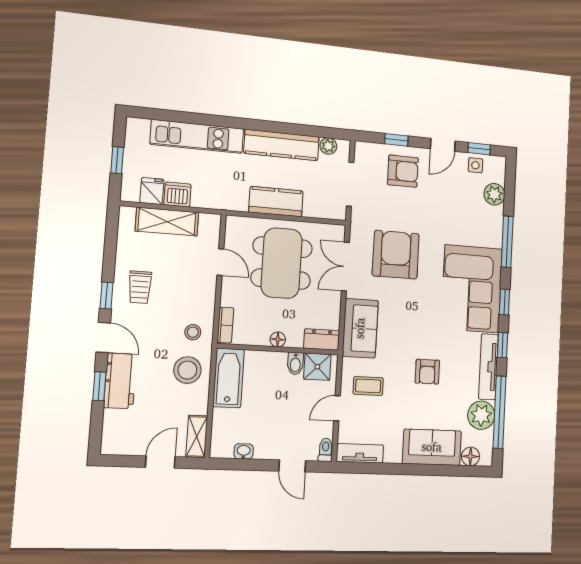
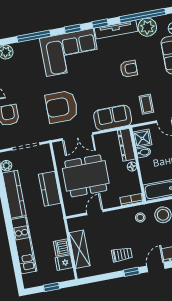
dresser: (322, 339) -> (126, 145), width x1.44

